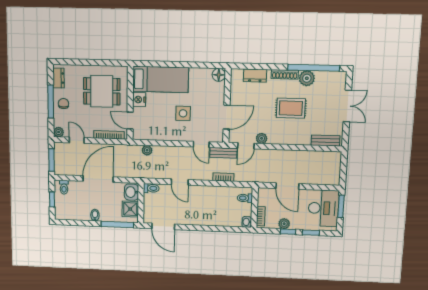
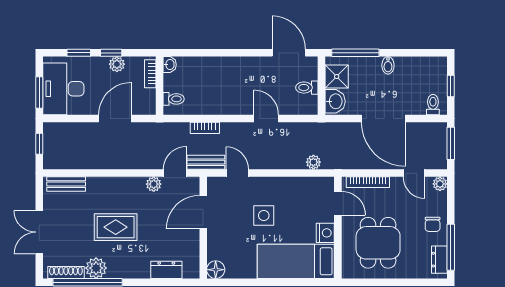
shoe rack: (285, 74) -> (66, 272), moved
dining table: (102, 91) -> (378, 243), turned 90
window: (51, 102) -> (451, 247), moved
window: (343, 170) -> (39, 144), added
door: (98, 179) -> (383, 118), hinge flipped
door: (287, 186) -> (115, 118), hinge flipped
toilet: (151, 188) -> (307, 88), moved

